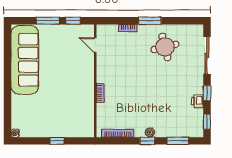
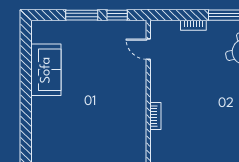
sofa: (25, 60) -> (46, 70), width x0.54, depth x0.79

